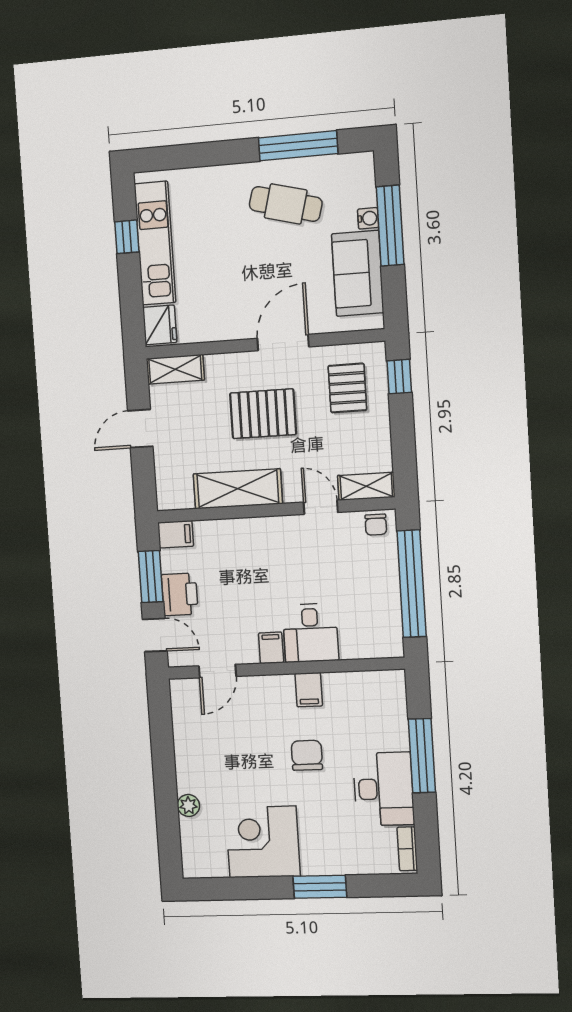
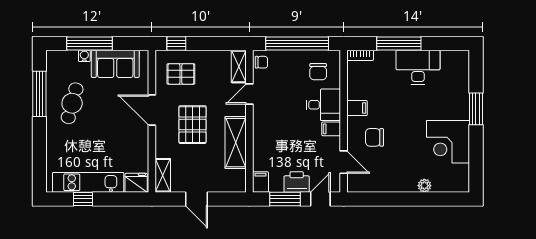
chair: (366, 622) -> (318, 72), added
chair: (307, 755) -> (374, 137), moved
bookcase: (407, 849) -> (360, 55), moved

